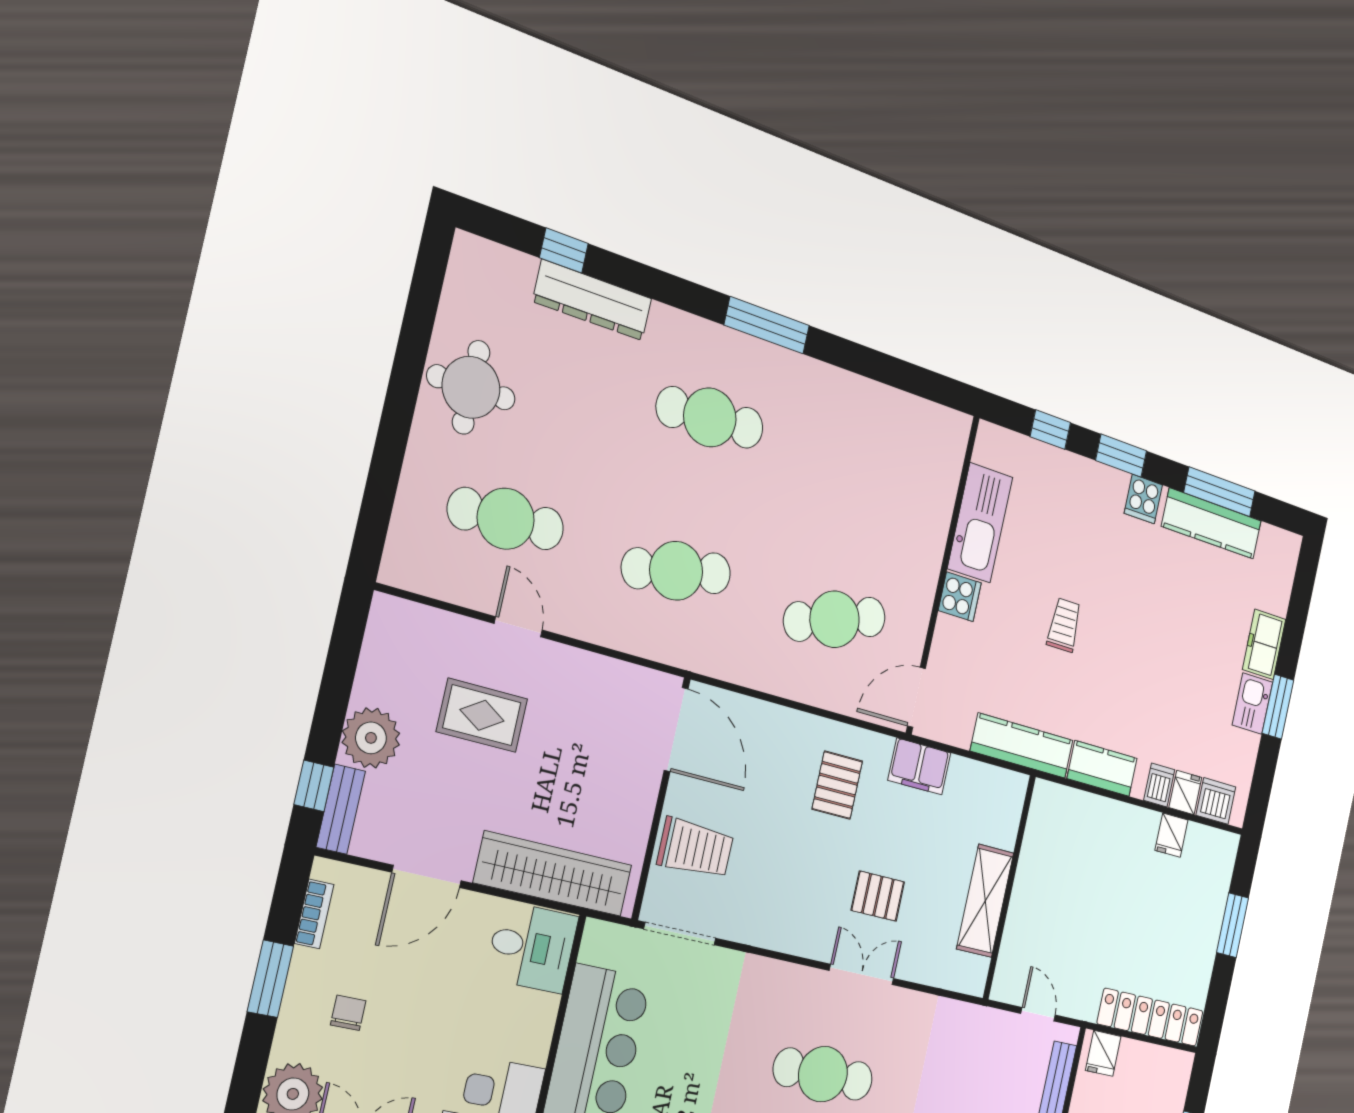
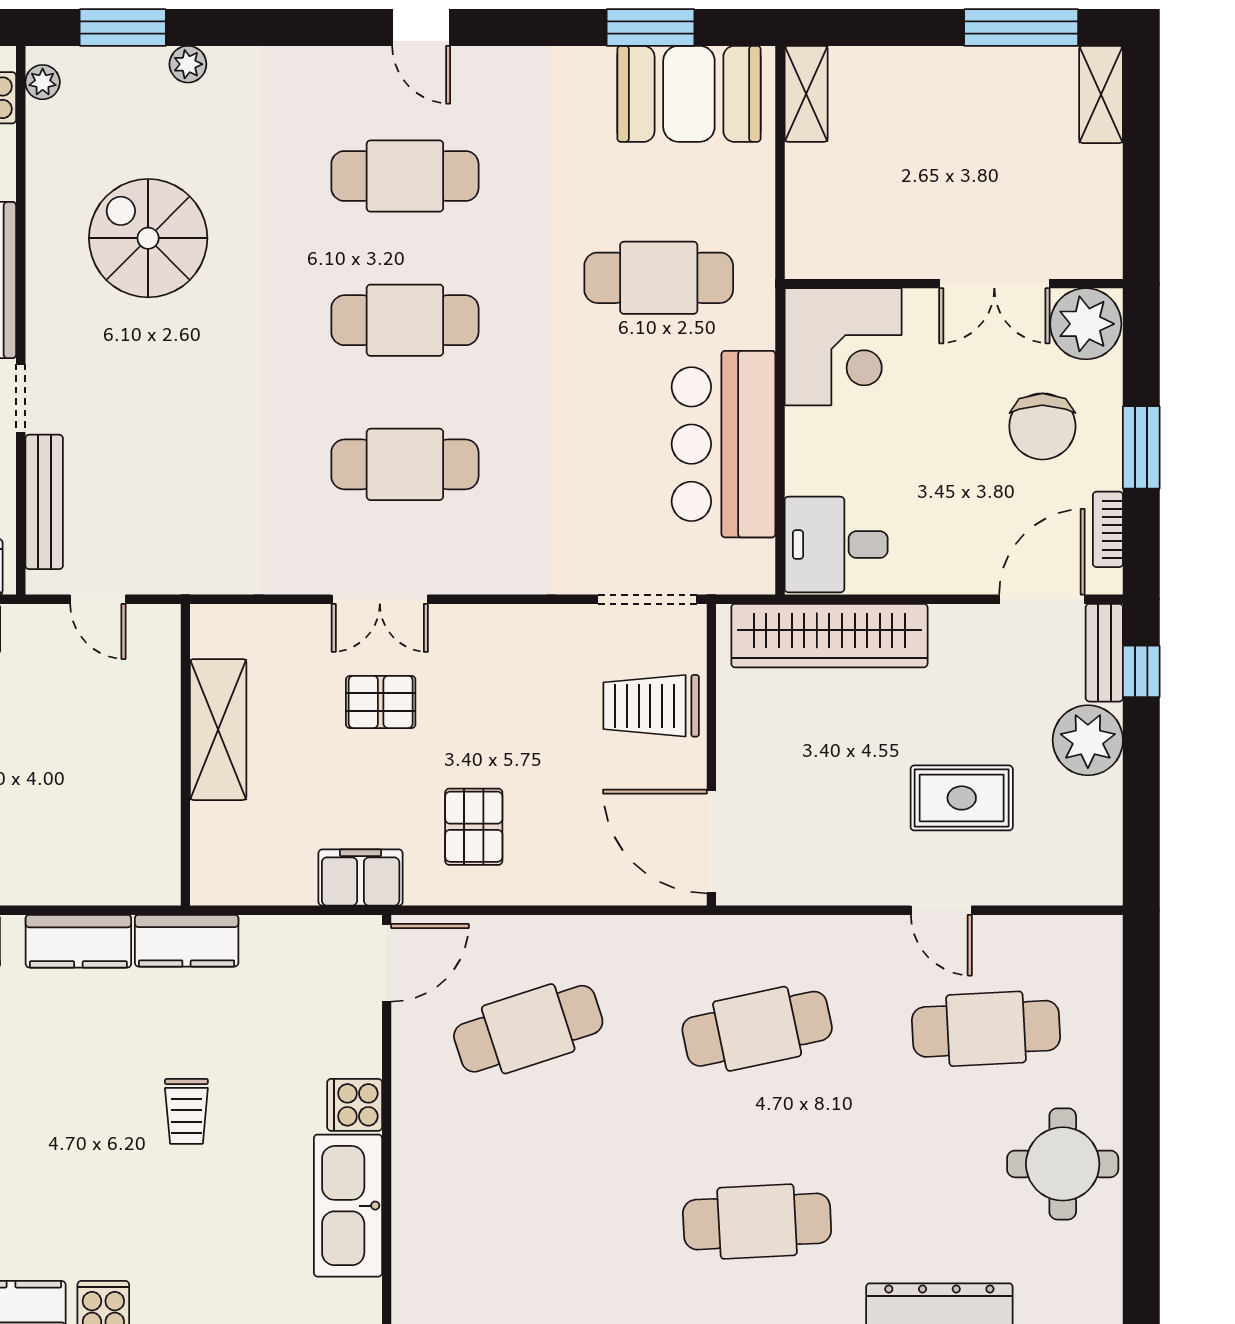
kitchen counter: (1022, 746) -> (187, 941), width x0.67
door: (427, 876) -> (1042, 599), moved
chair: (348, 1013) -> (1042, 426), width x1.87, depth x1.87

